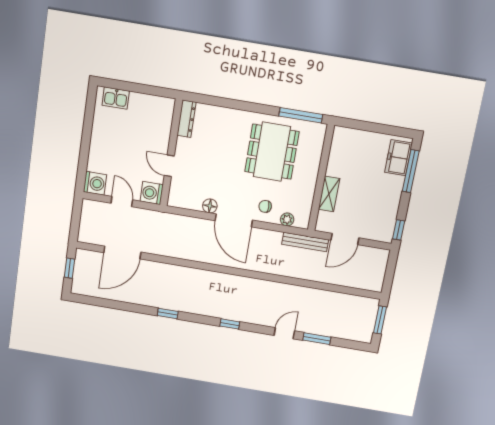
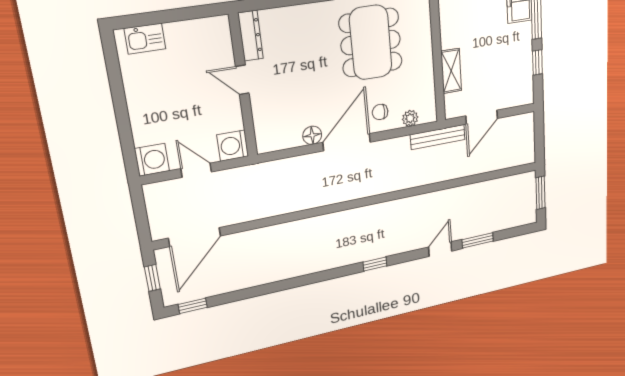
door: (169, 166) -> (242, 80), moved
door: (234, 220) -> (347, 142), swing flipped
window: (399, 230) -> (537, 62), moved
door: (122, 252) -> (195, 237), moved
window: (168, 313) -> (193, 306), moved

